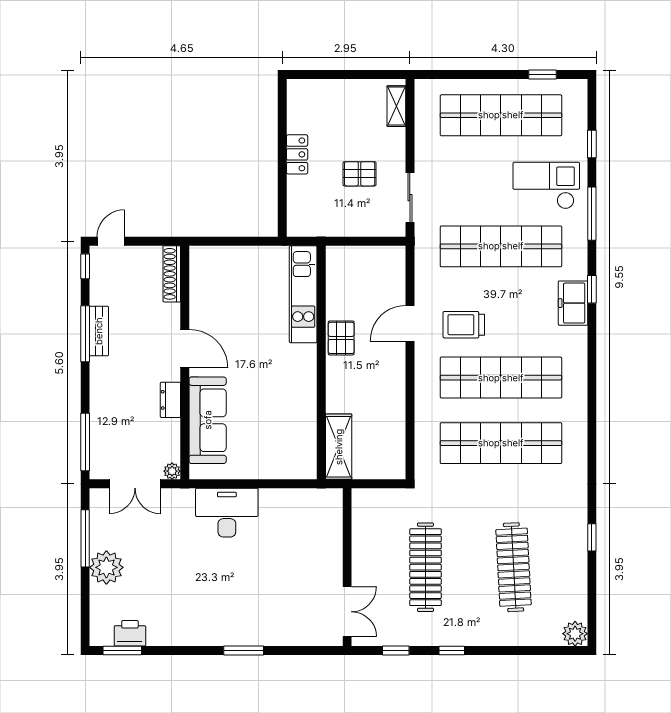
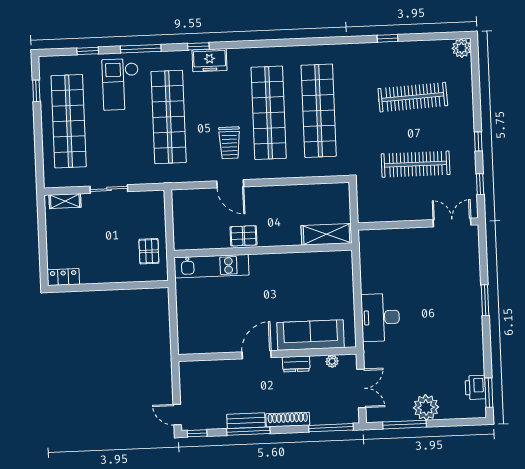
locker: (297, 154) -> (63, 277), moved
pallet: (360, 174) -> (149, 251), moved
sliding door: (410, 198) -> (109, 189), moved
shoe rack: (172, 274) -> (288, 420), moved, turned 180
plant: (172, 471) -> (332, 361), moved

